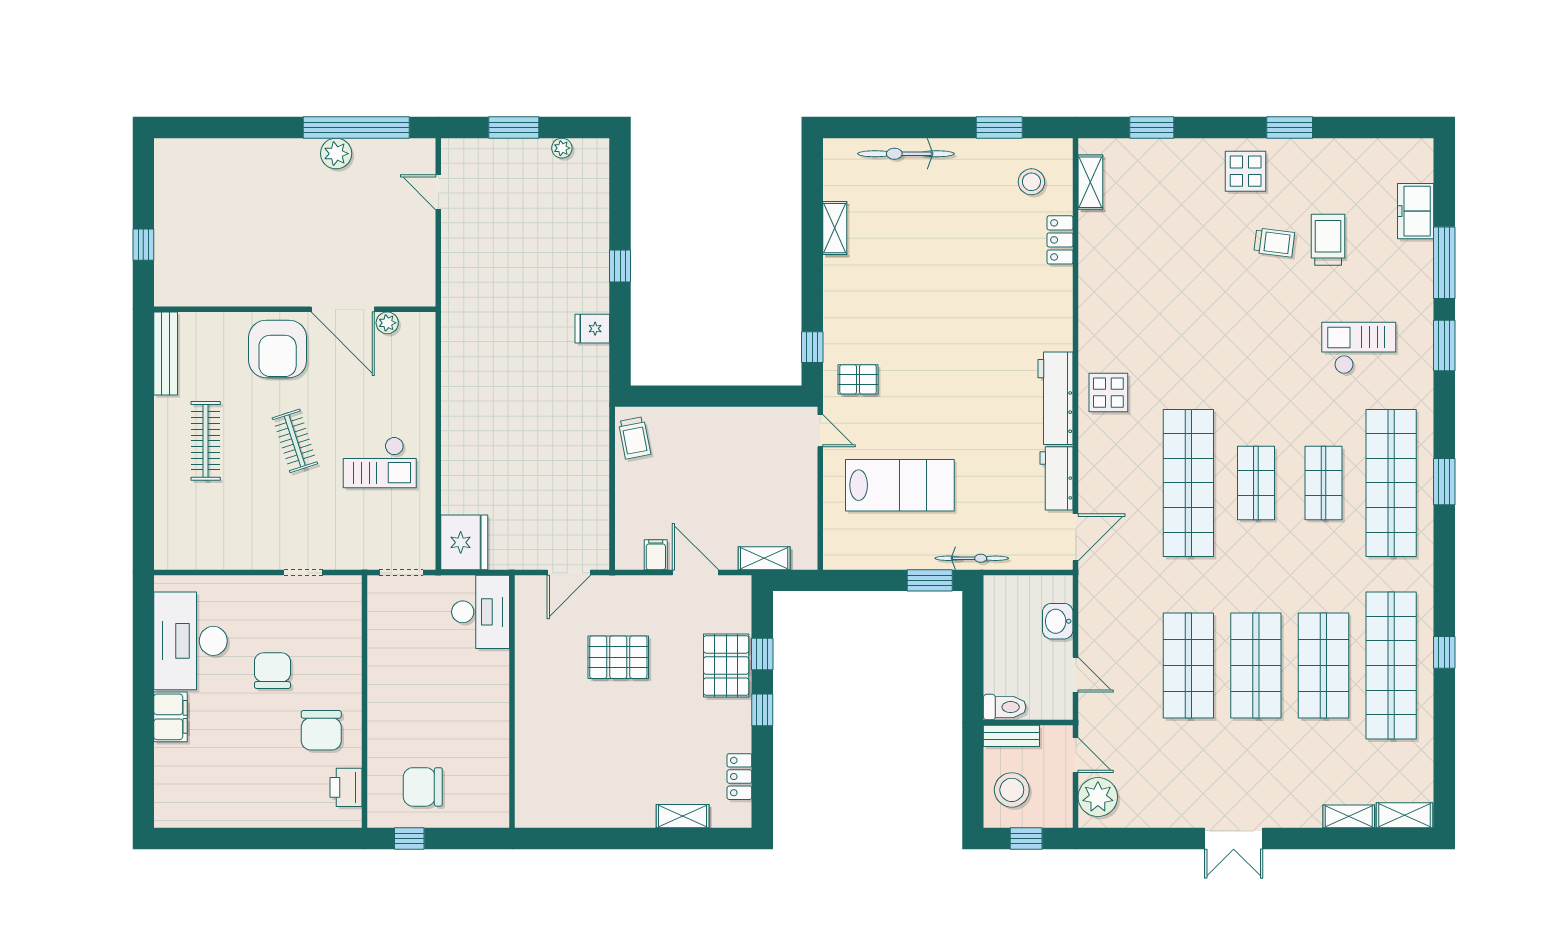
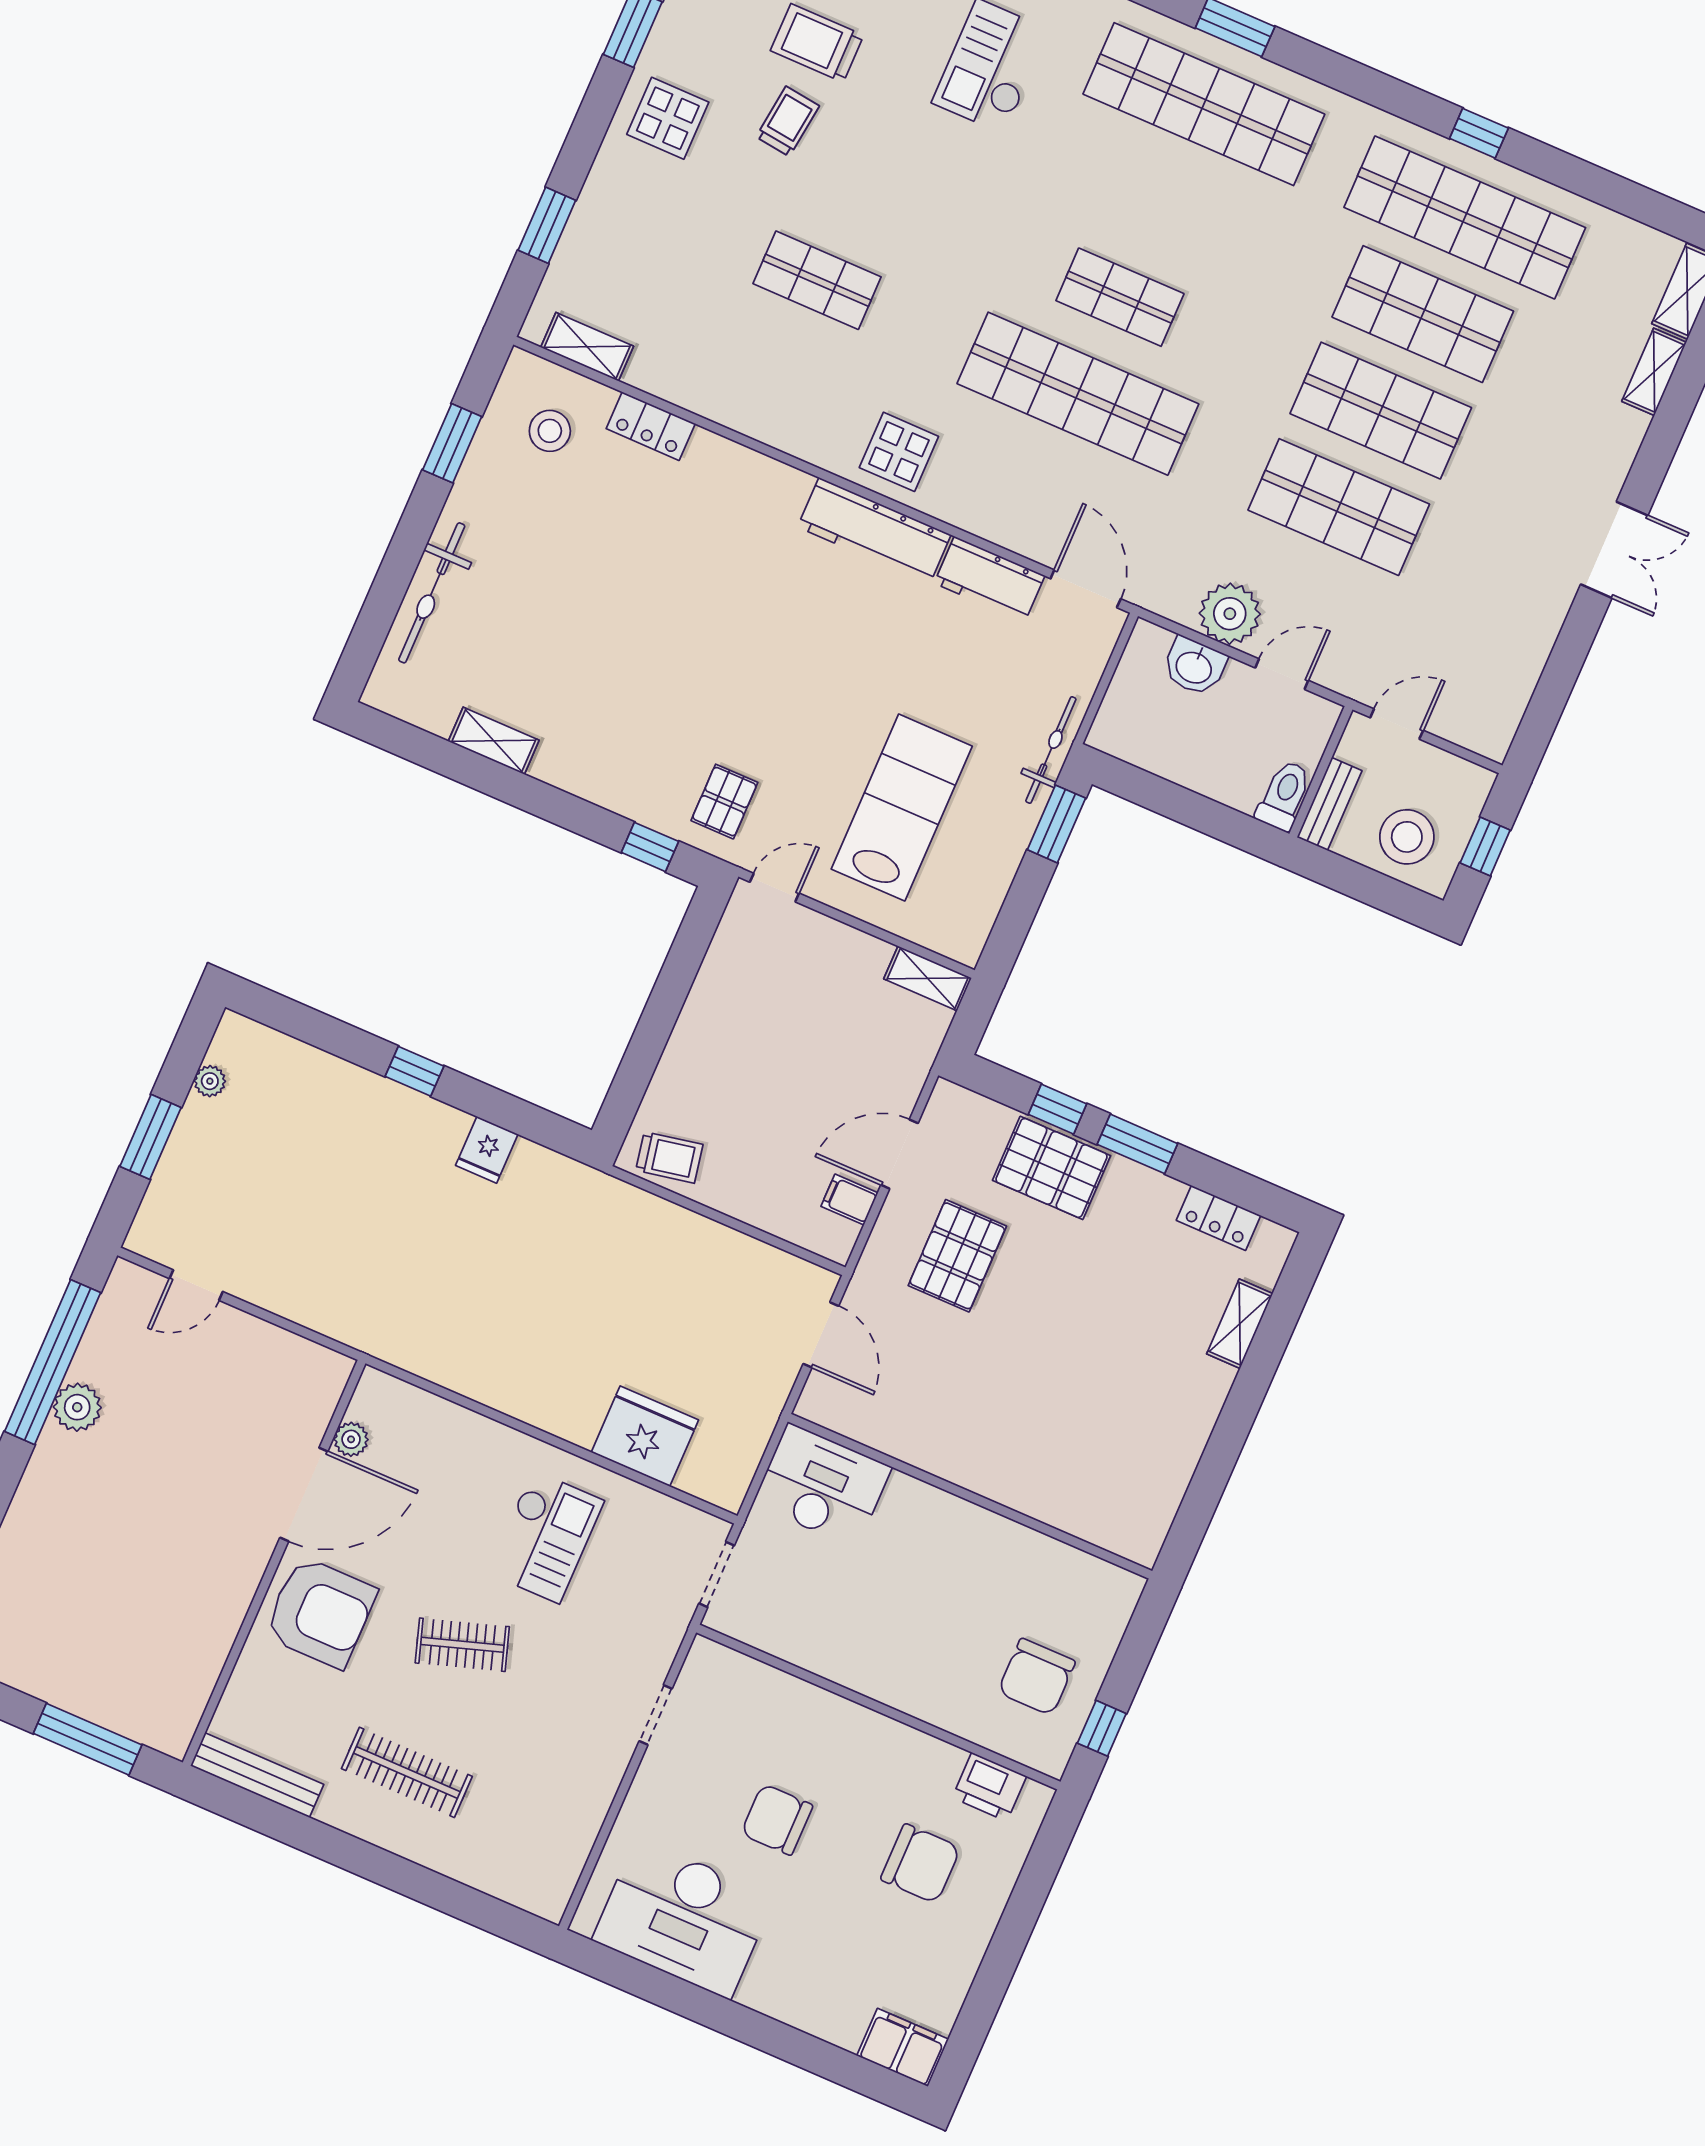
window: (143, 245) -> (88, 1739), width x2.17
shop shelf: (1323, 483) -> (817, 280), moved
fridge: (464, 542) -> (645, 1436), moved
shelving: (764, 558) -> (928, 978), moved, turned 90
pallet: (618, 657) -> (957, 1256), moved
window: (762, 710) -> (1137, 1144), width x1.50
filing cabinet: (171, 717) -> (903, 2047), moved
chair: (321, 730) -> (921, 1864), moved
plant: (1098, 797) -> (1230, 614), moved

